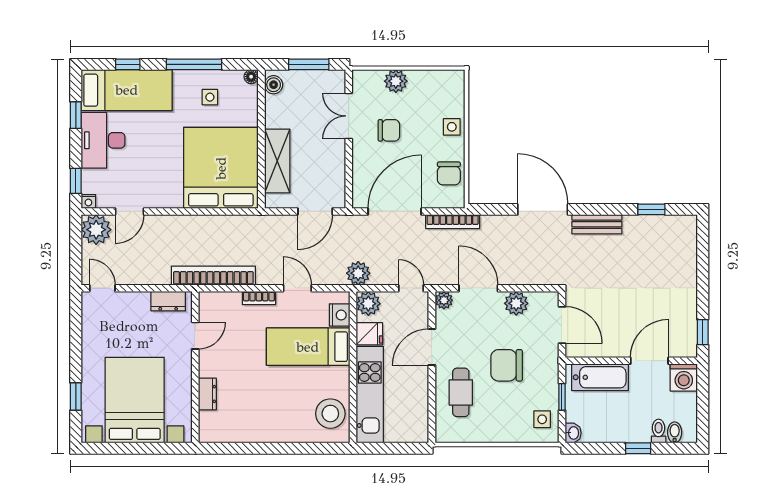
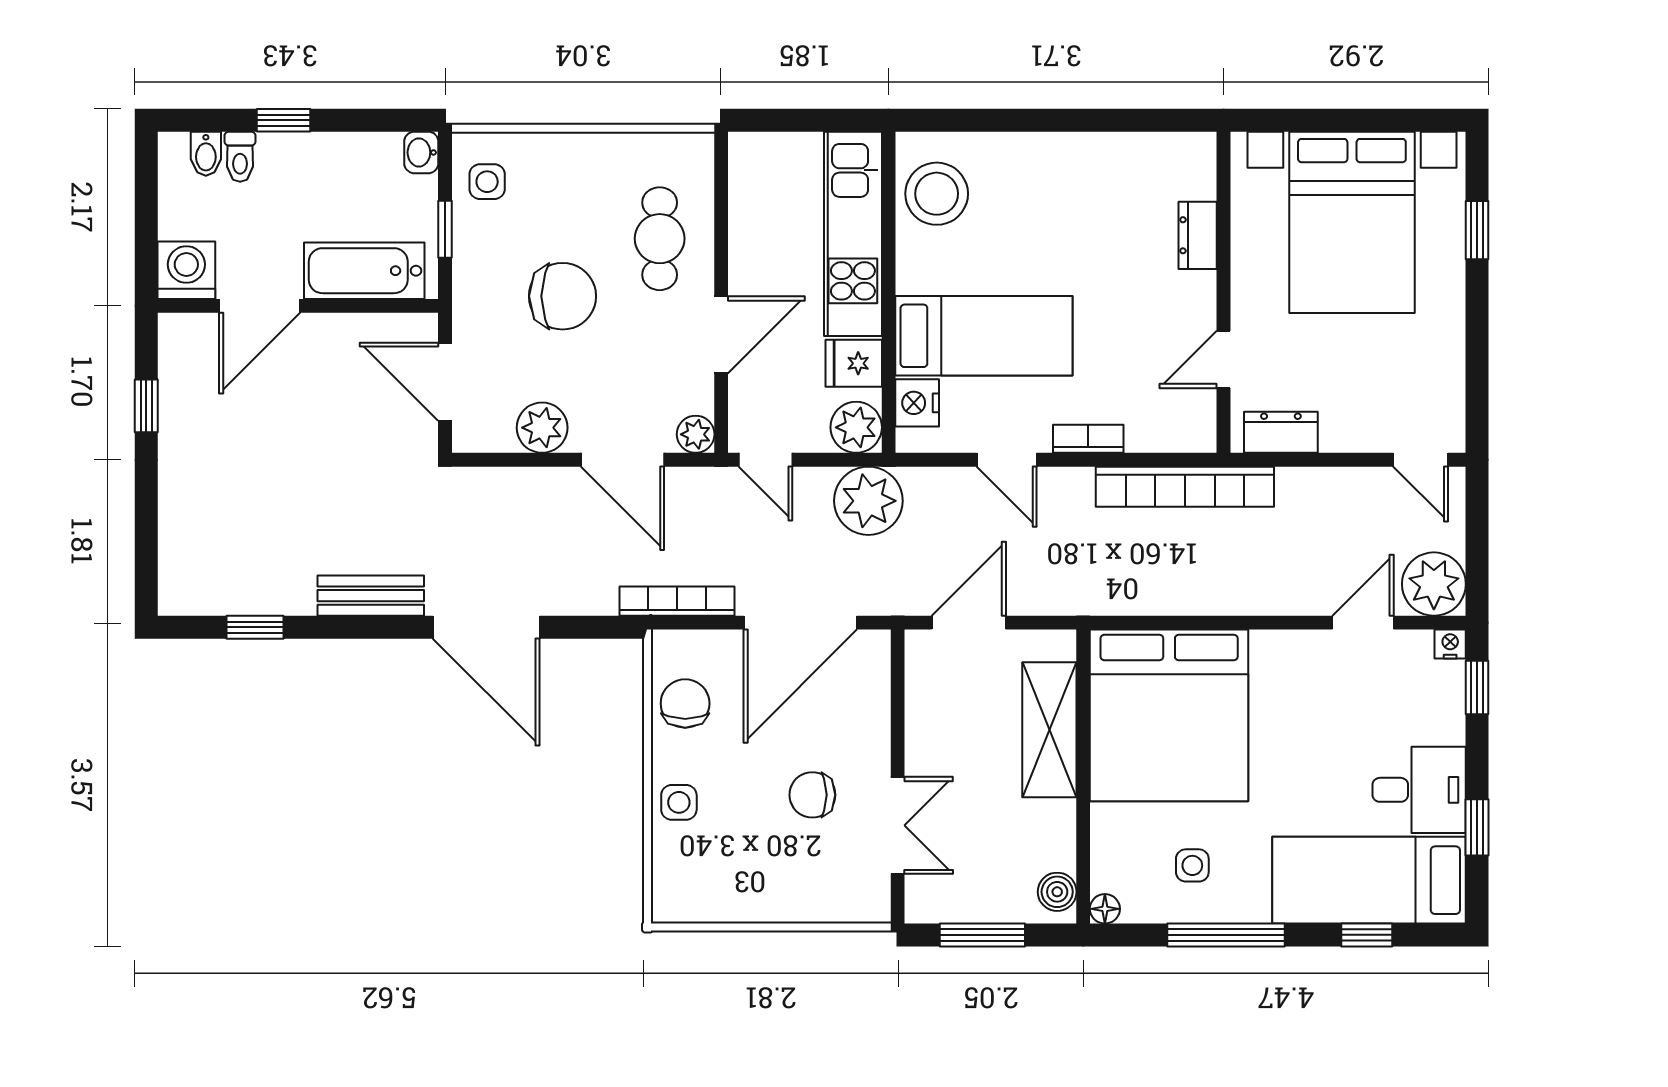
plant: (396, 81) -> (798, 899), removed
desk: (103, 140) -> (1419, 790), width x0.73
plant: (358, 273) -> (868, 501), width x1.36, depth x1.36
window: (703, 332) -> (146, 406), moved

